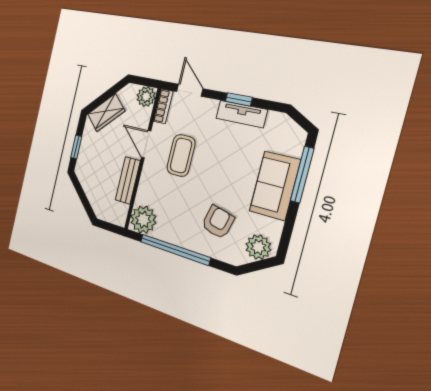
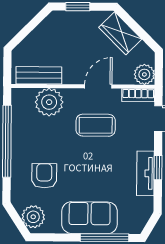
bench: (128, 180) -> (39, 75), moved
plant: (143, 220) -> (49, 102), moved
armchair: (218, 222) -> (44, 176), turned -104

